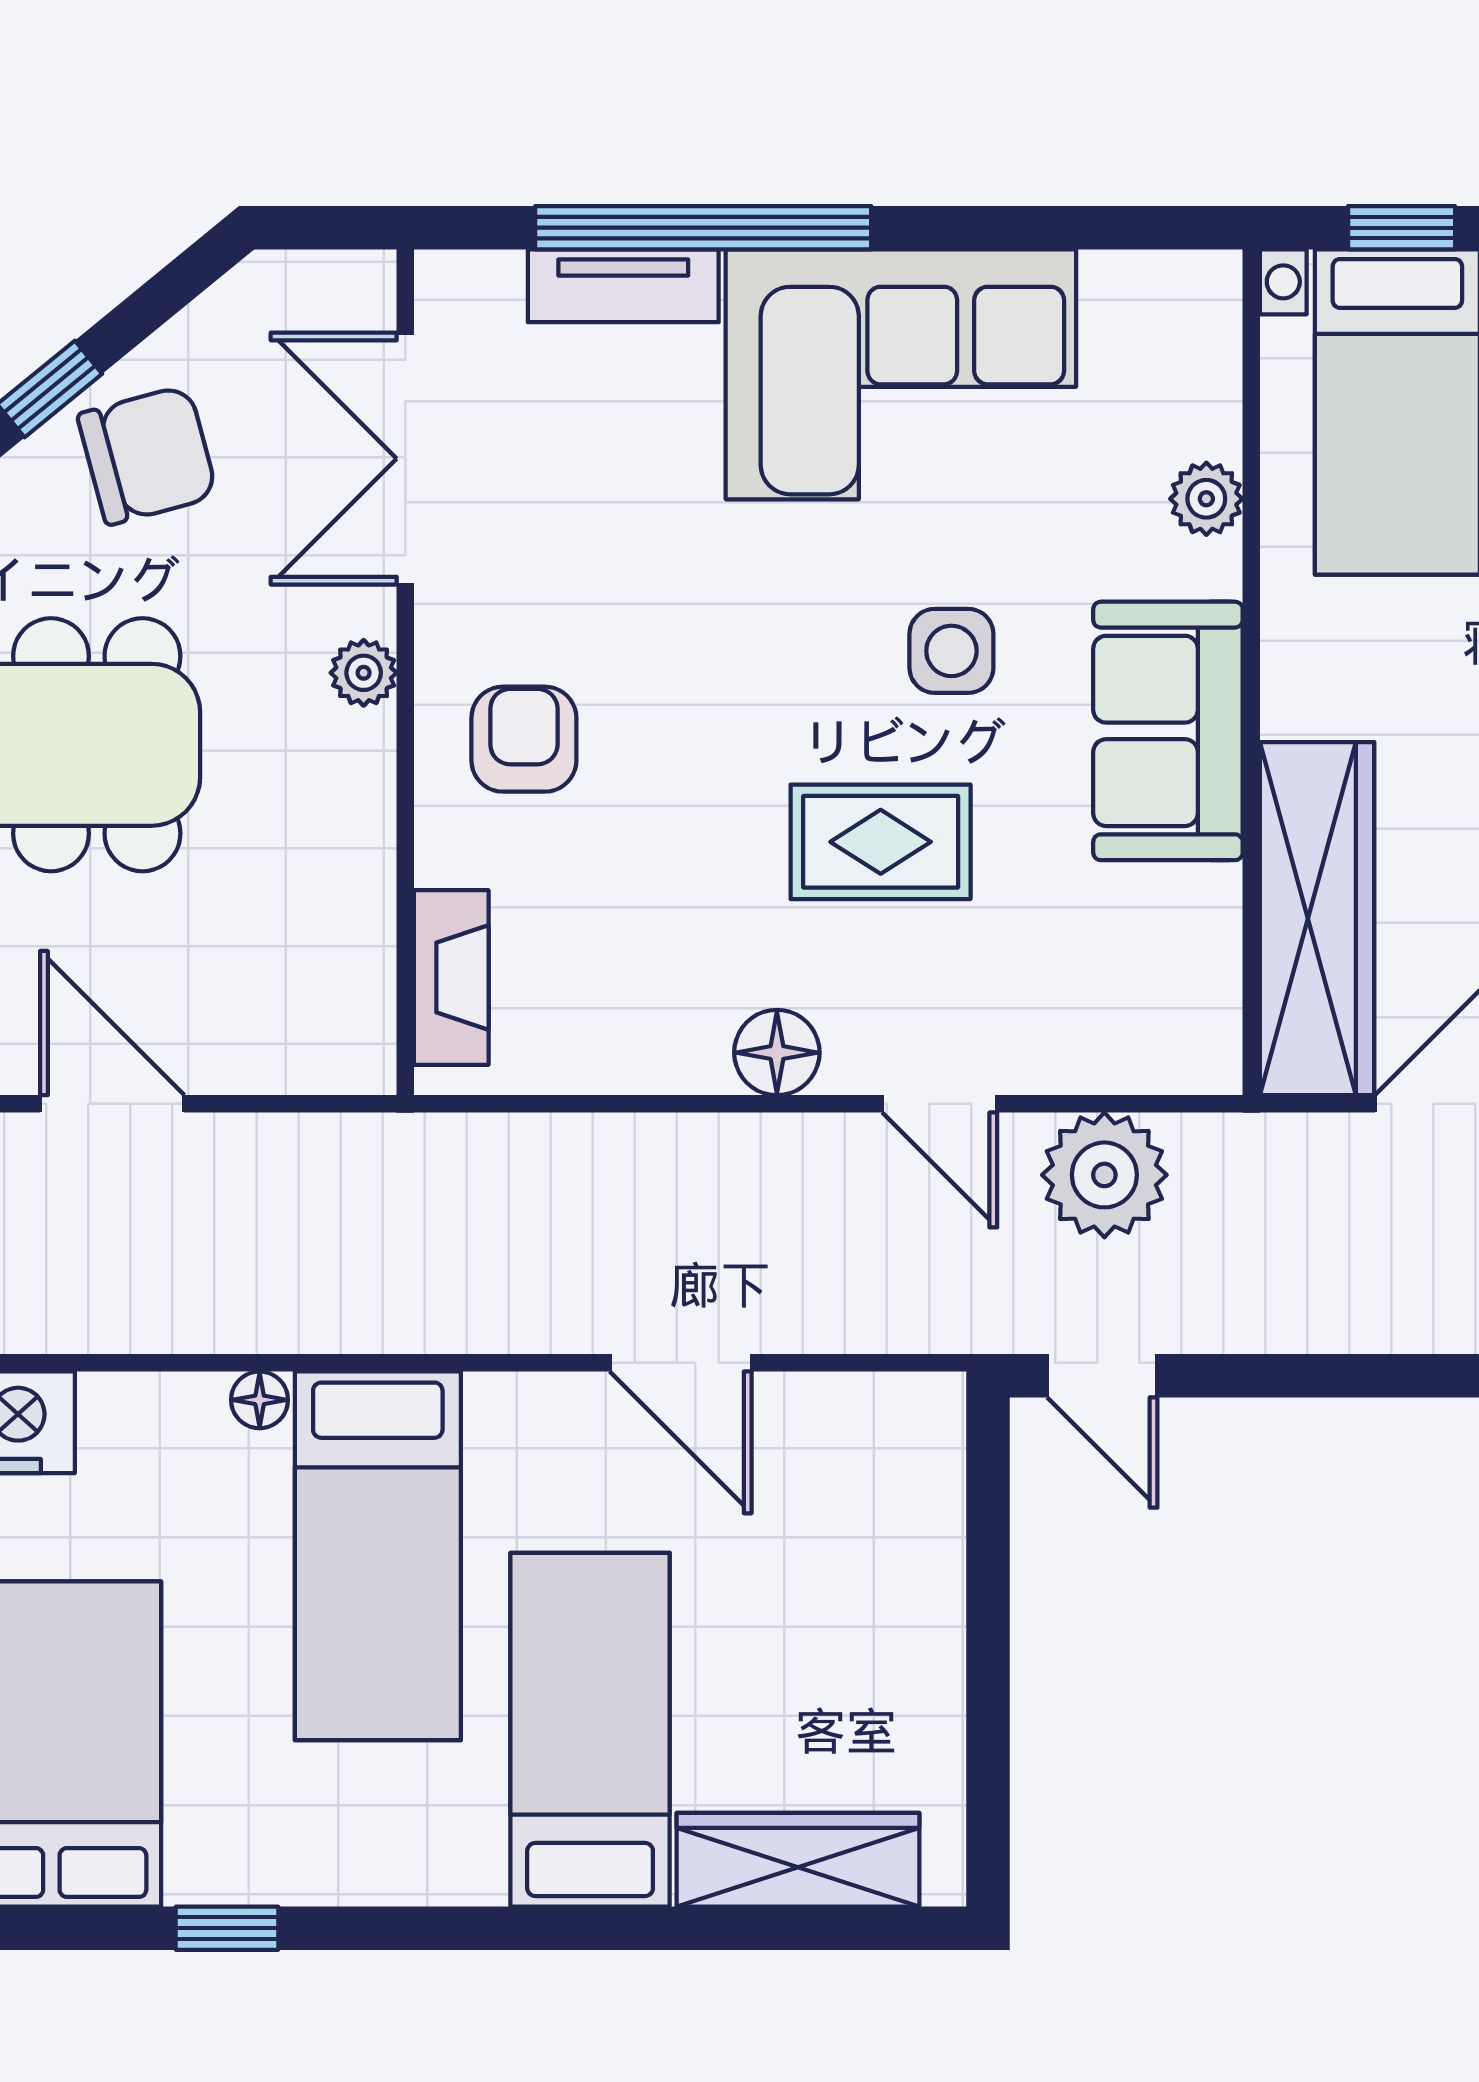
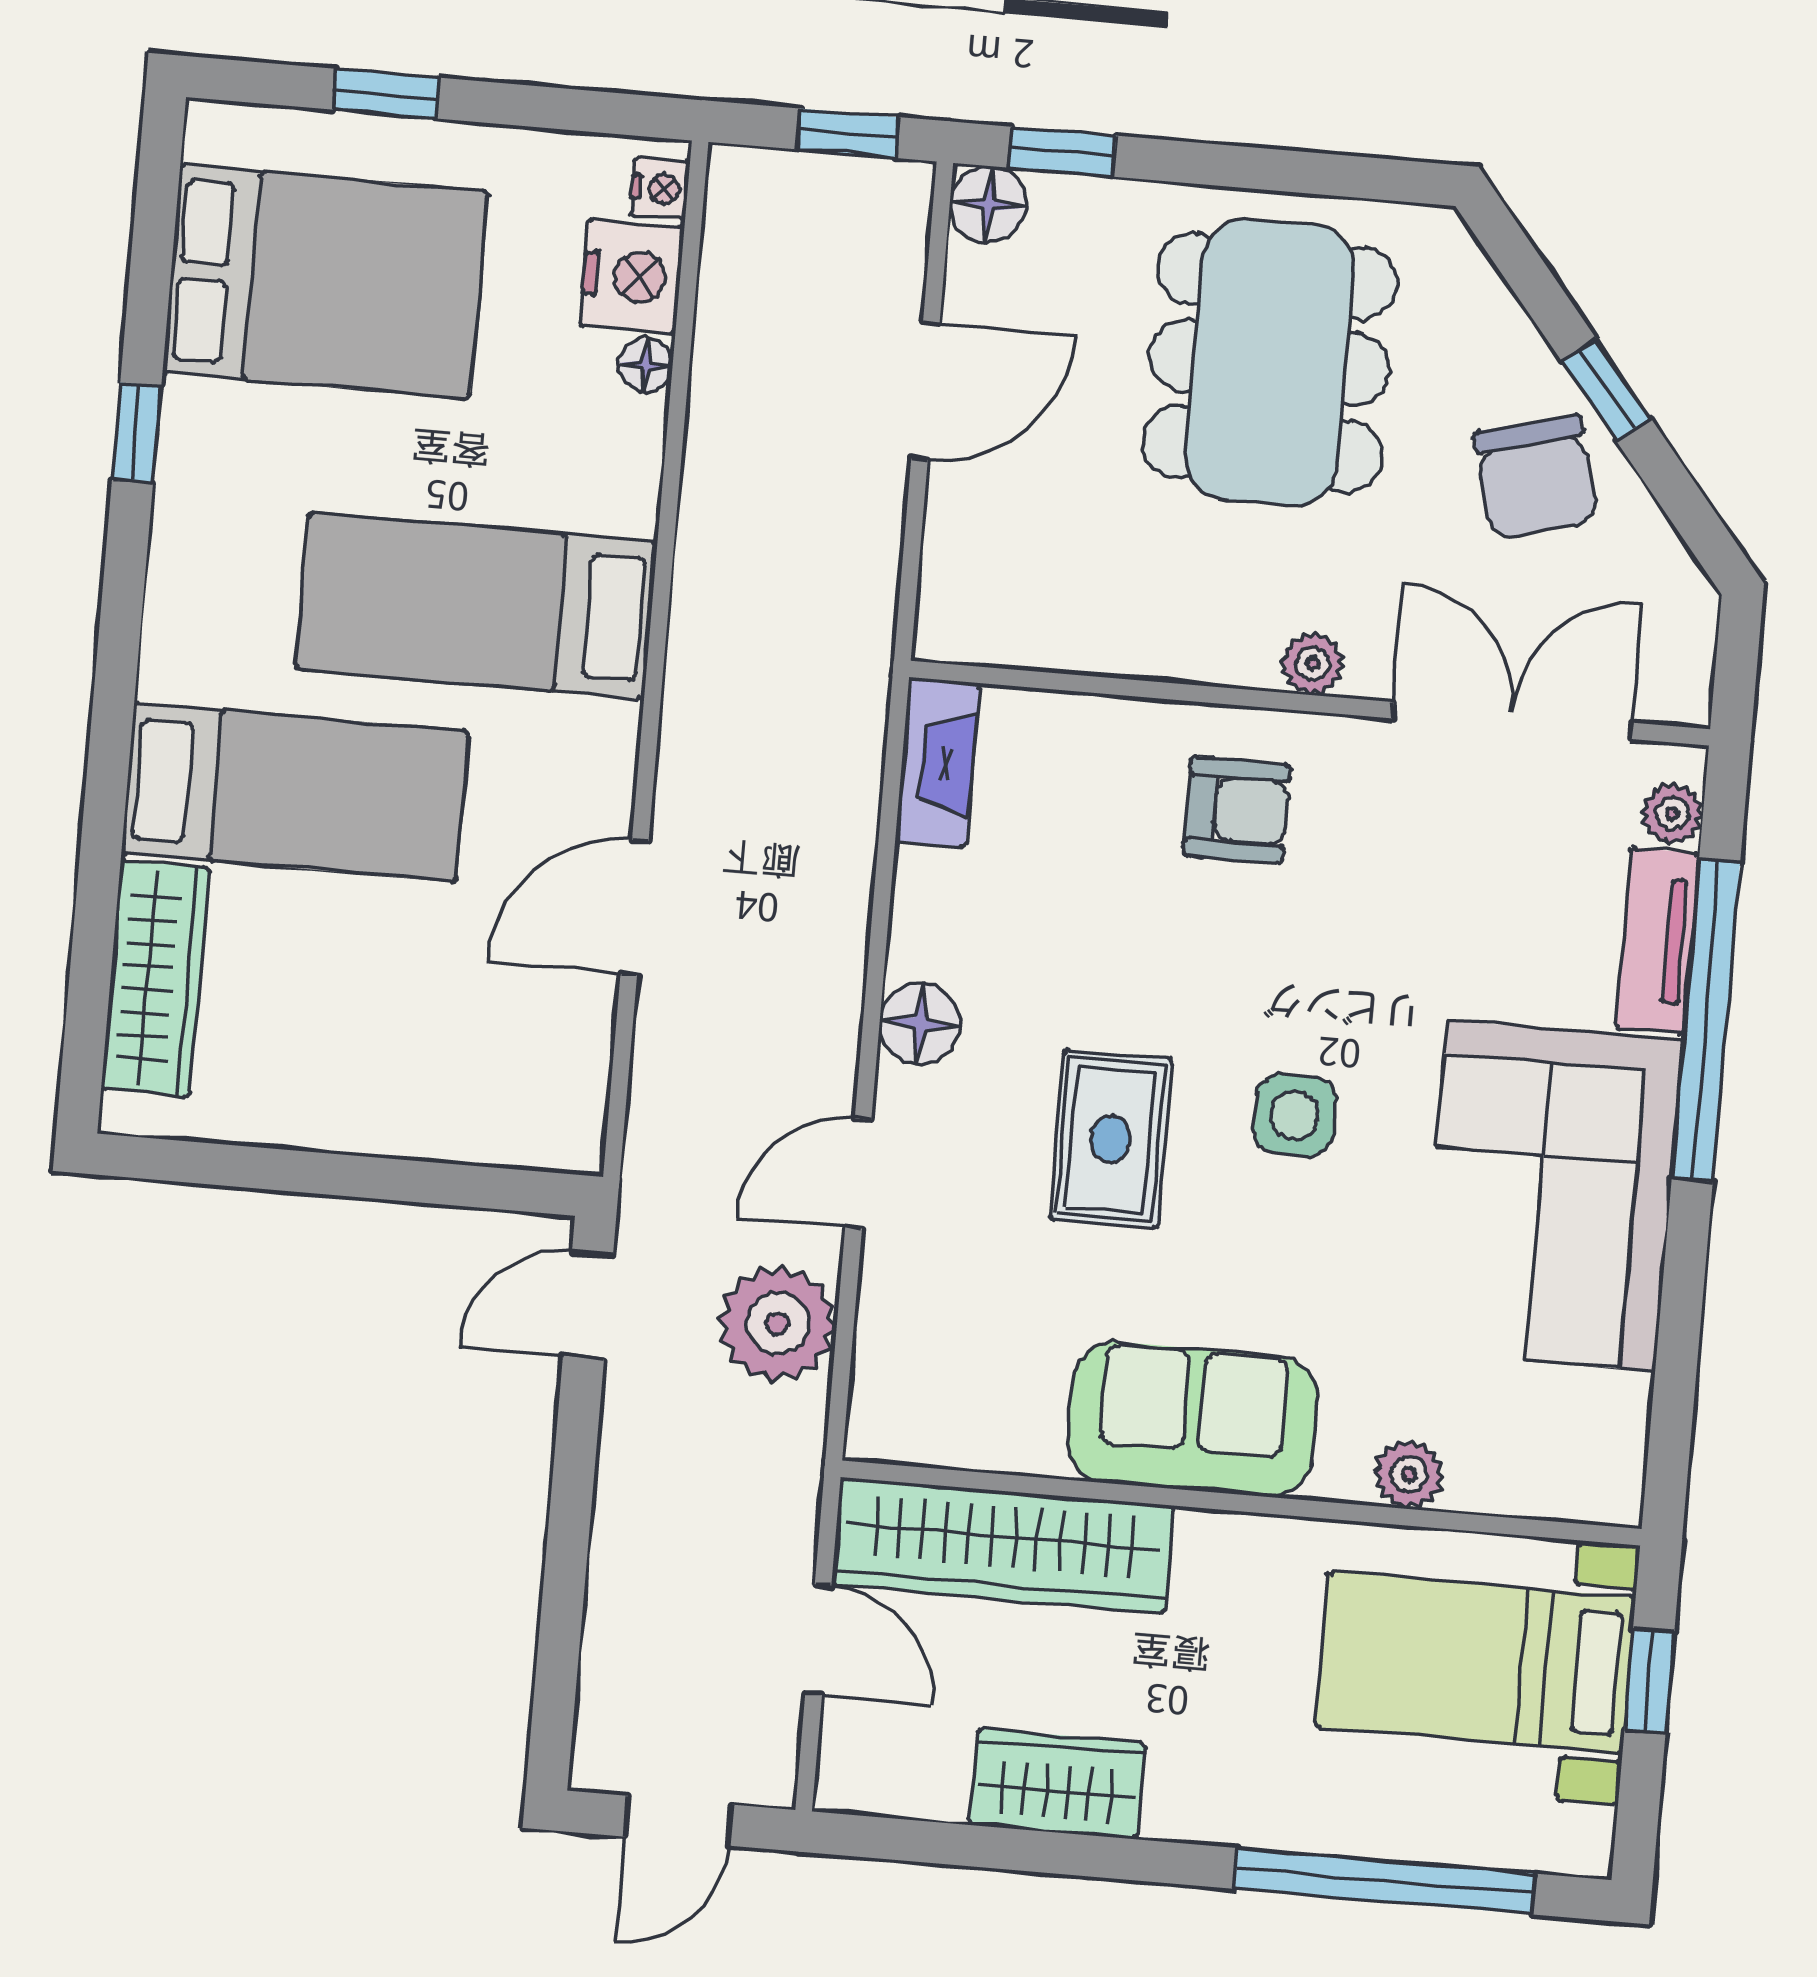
plant: (488, 282) -> (1672, 813), added
side table: (951, 651) -> (1295, 1115), moved
fireplace: (451, 978) -> (937, 763), moved, turned -90
floor lamp: (260, 1400) -> (646, 365), moved

